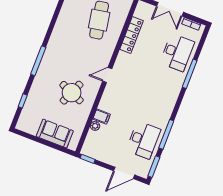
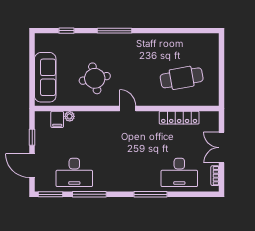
window: (190, 74) -> (150, 194), moved
round table: (72, 93) -> (95, 78), turned -34
filing cabinet: (102, 117) -> (57, 119), moved
sofa: (55, 134) -> (45, 77), width x1.36
window: (88, 159) -> (32, 137), moved

